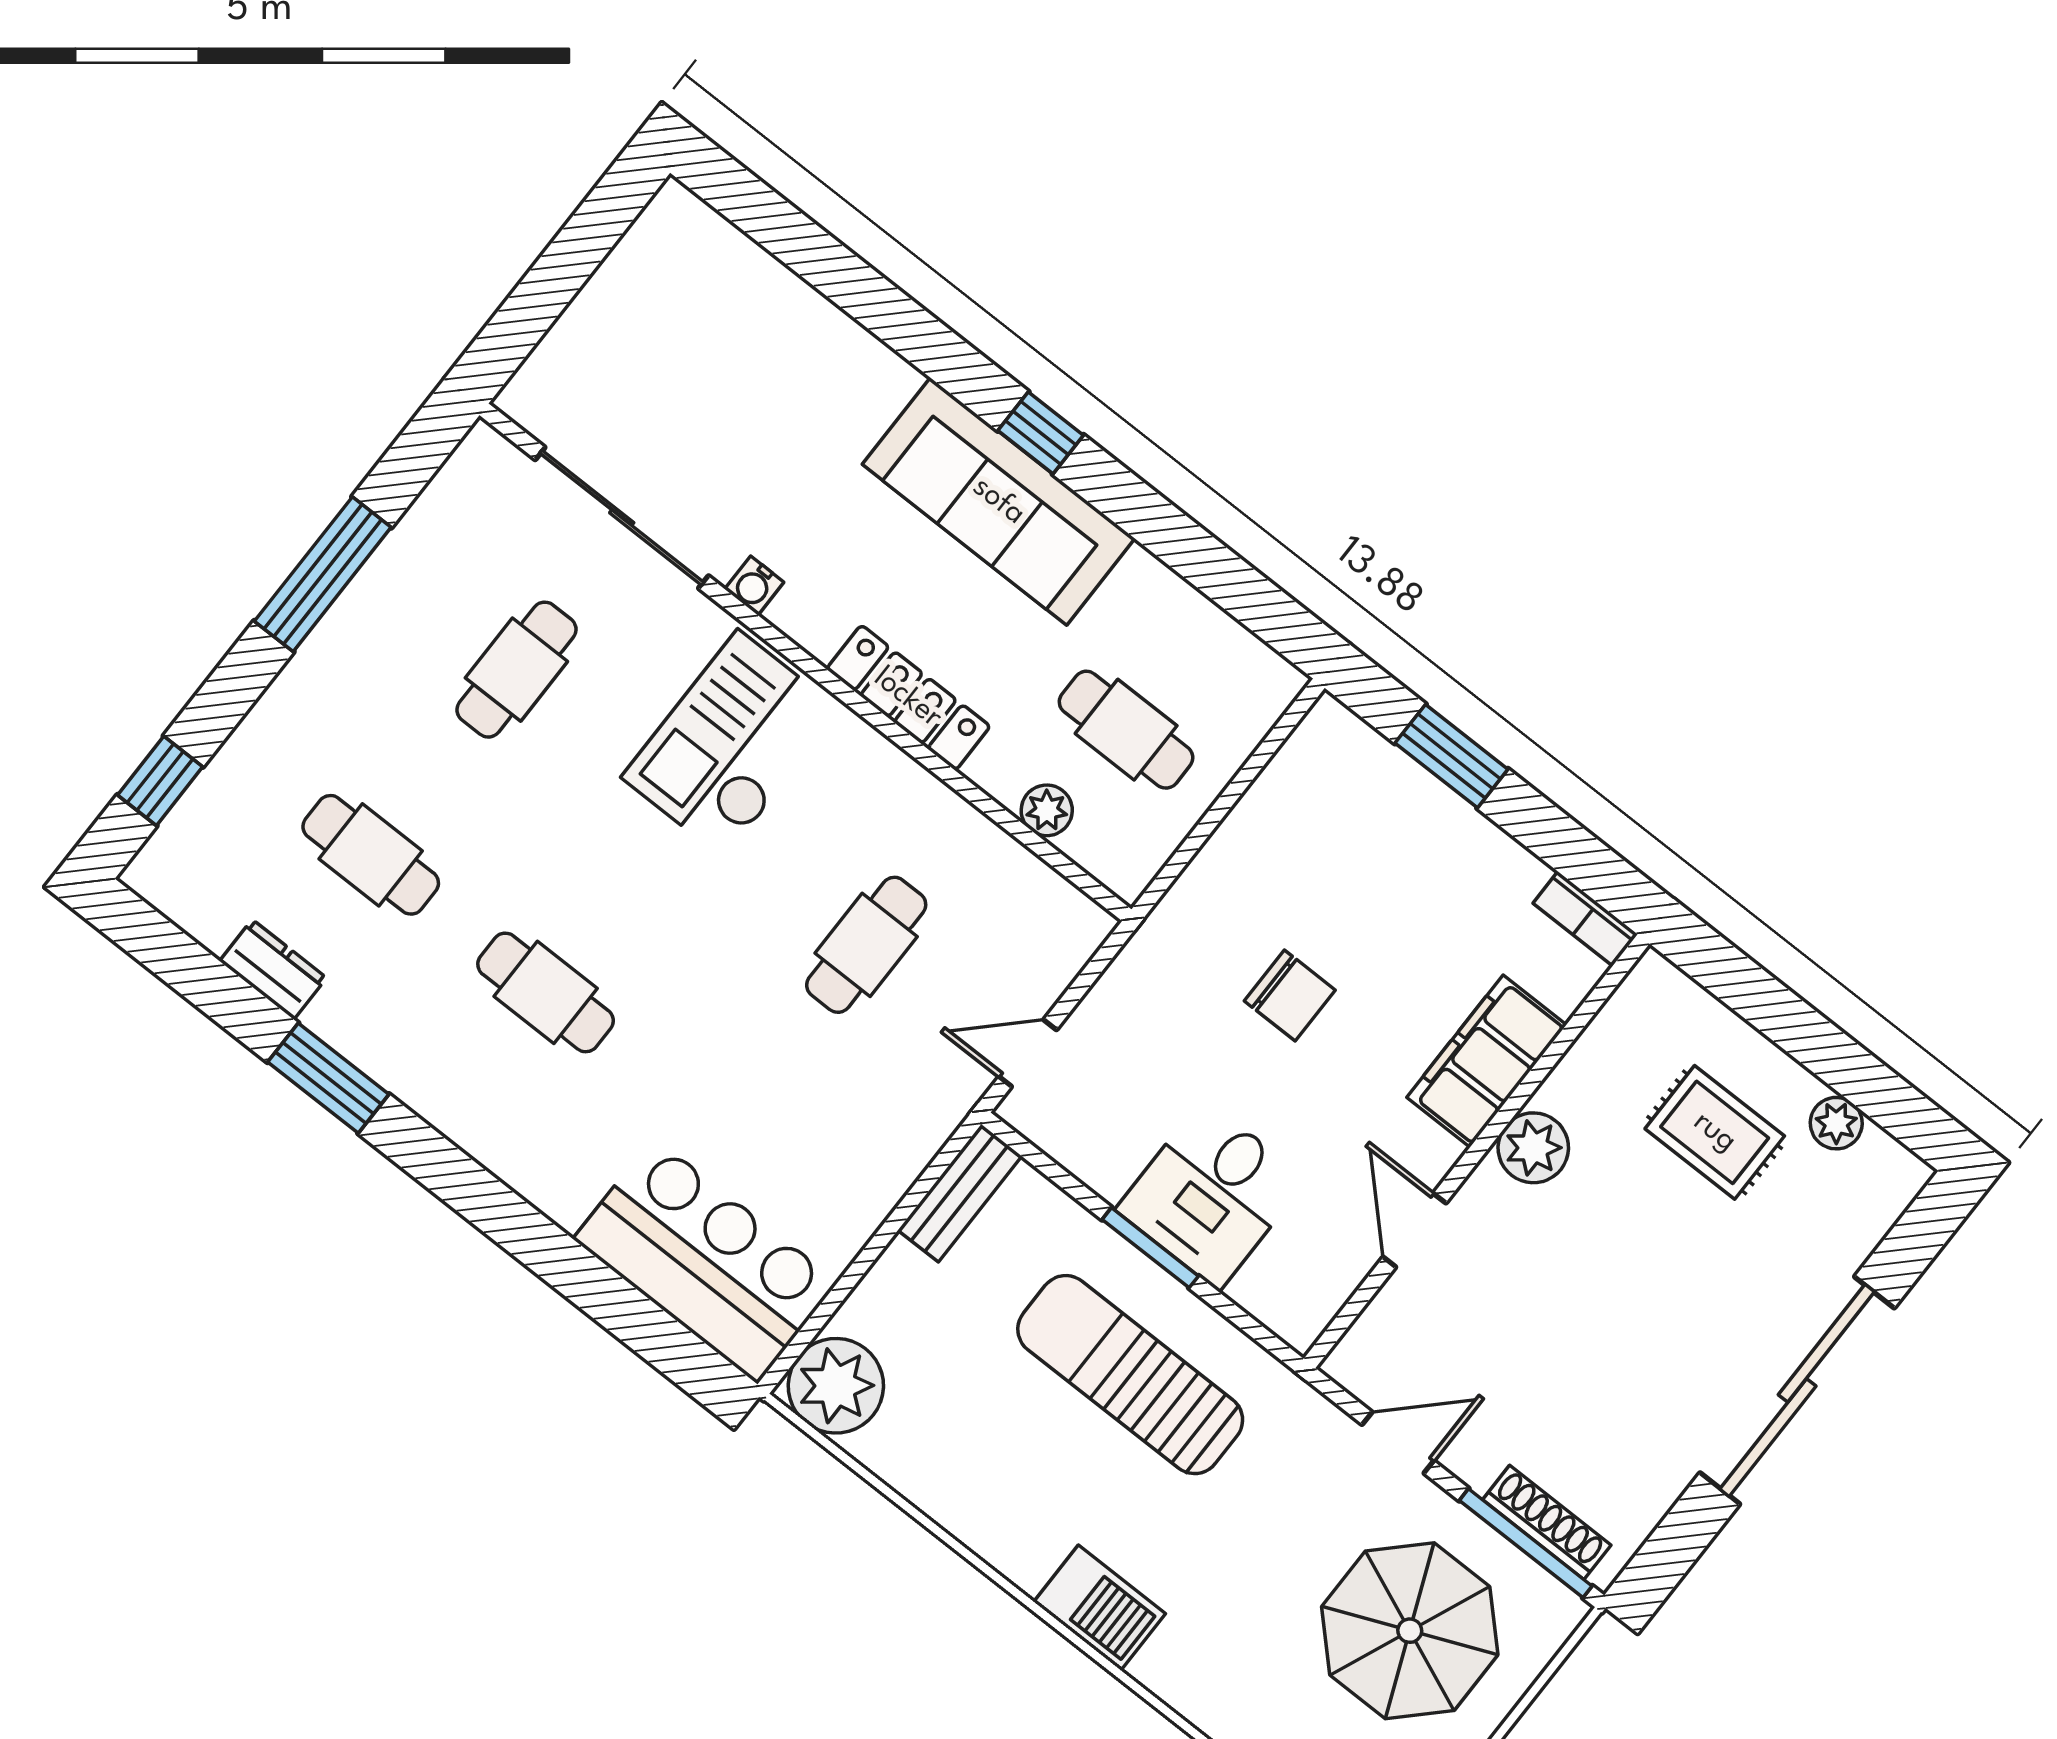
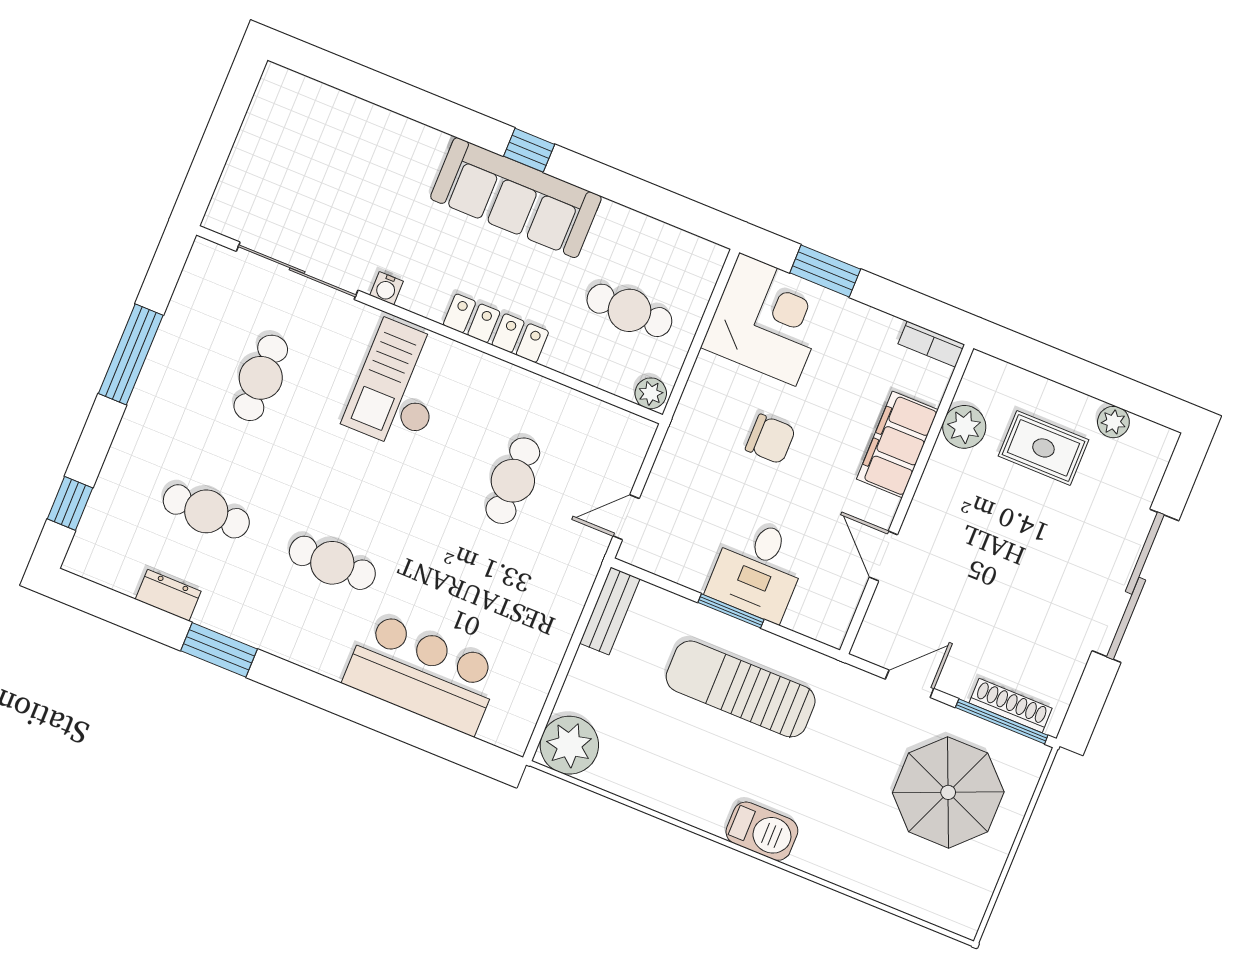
corner desk: (1339, 806) -> (767, 319), added
plant: (1047, 810) -> (651, 393), moved
plant: (1533, 1148) -> (964, 427), moved
bar counter: (705, 1260) -> (423, 674), moved

